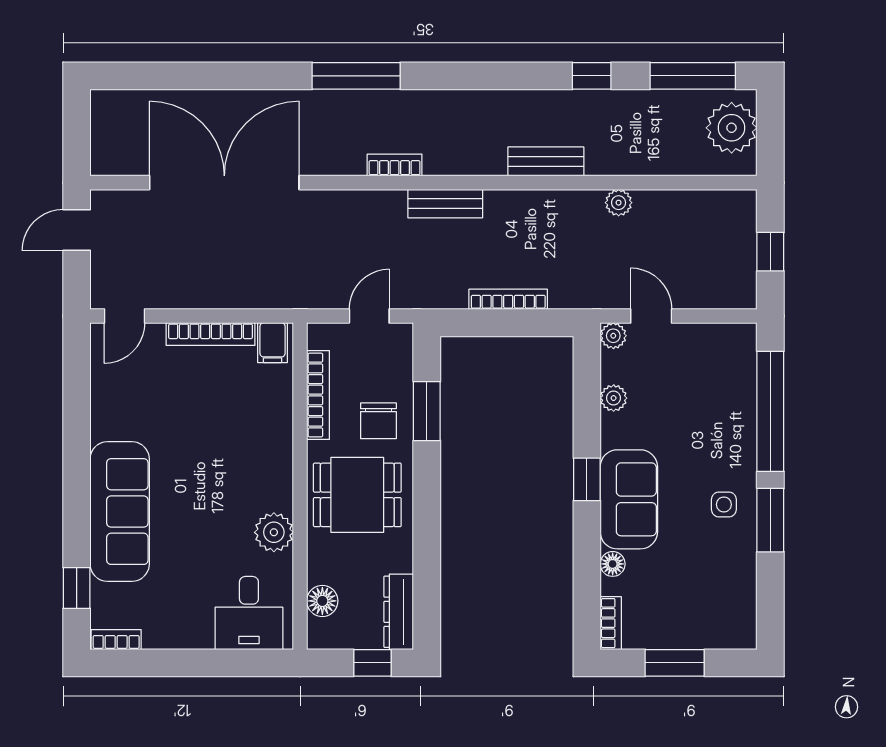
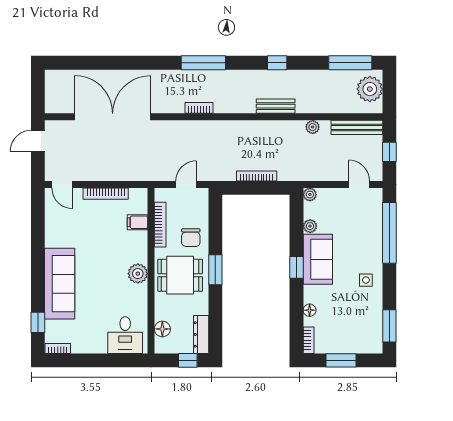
window: (356, 76) -> (203, 63), moved
window: (592, 76) -> (277, 63), moved
bench: (445, 204) -> (357, 127), moved, width x1.36
door: (125, 316) -> (62, 184), hinge flipped
door: (651, 316) -> (359, 184), moved
filing cabinet: (273, 343) -> (138, 222), moved, turned 90
window: (427, 411) -> (215, 270), moved
sofa: (629, 499) -> (318, 259), moved
window: (770, 520) -> (389, 326), moved
plant: (274, 532) -> (138, 274), moved

